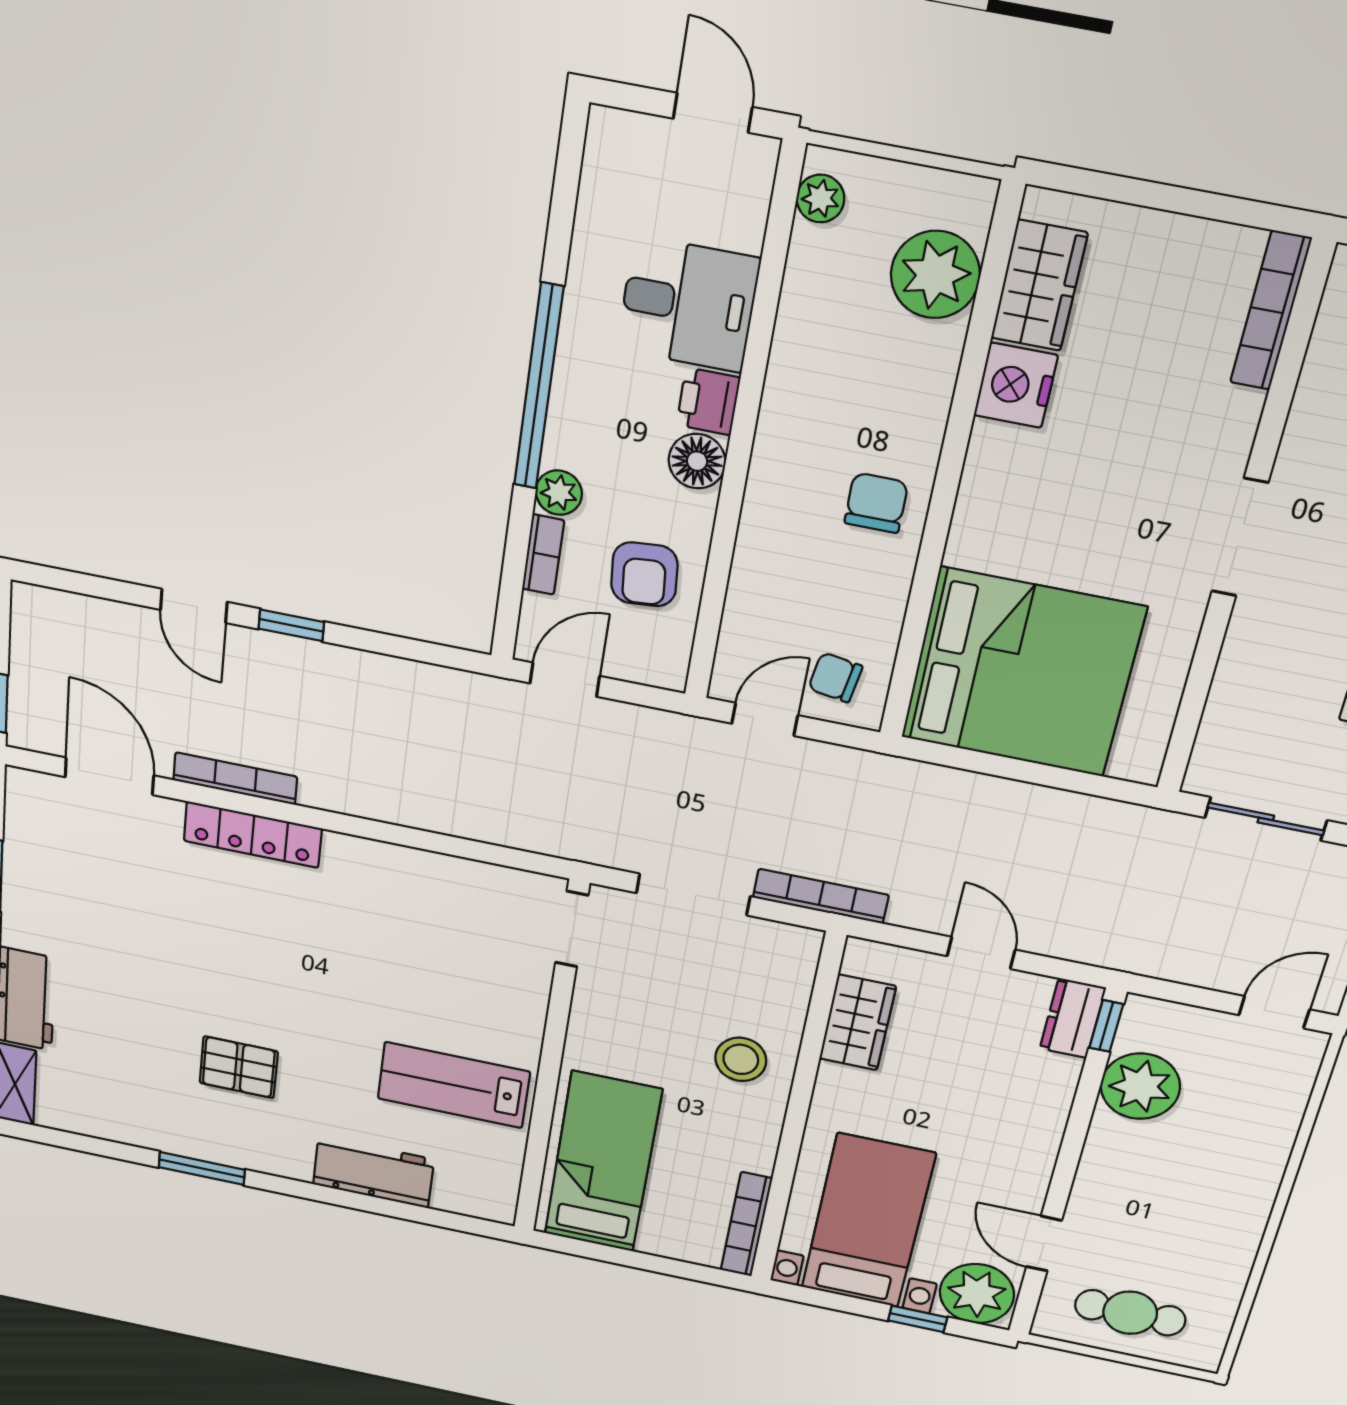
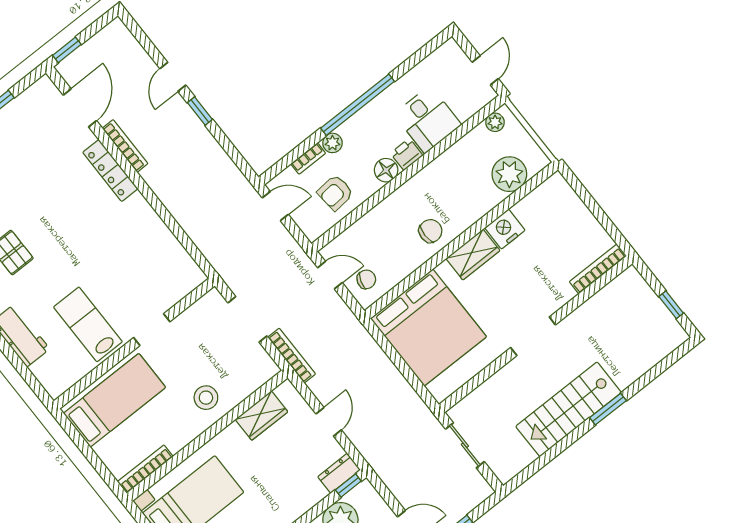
wardrobe: (1039, 286) -> (473, 254), moved
chair: (835, 677) -> (366, 279), turned 99
doorway: (572, 929) -> (152, 330), moved

